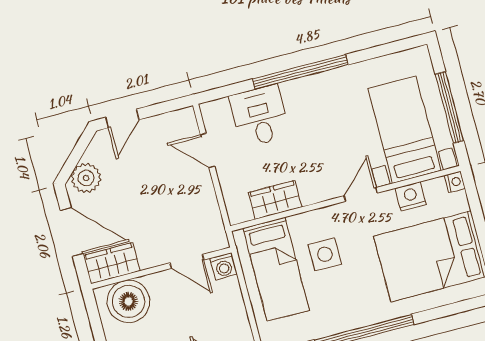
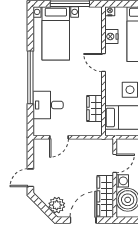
door: (122, 118) -> (30, 178), swing flipped
bed with nightstands: (404, 130) -> (56, 33), moved, turned -90
wardrobe: (112, 263) -> (105, 196), width x1.50
washing machine: (224, 266) -> (122, 181), moved

